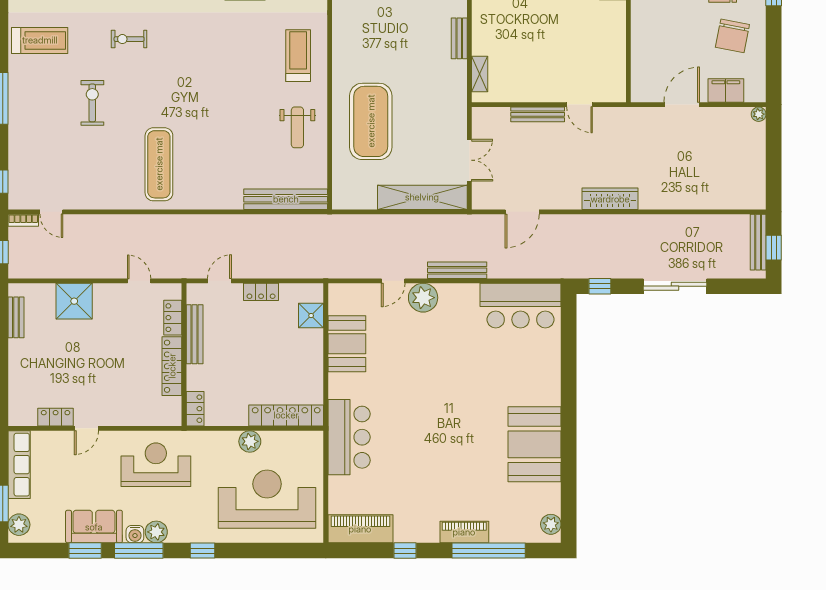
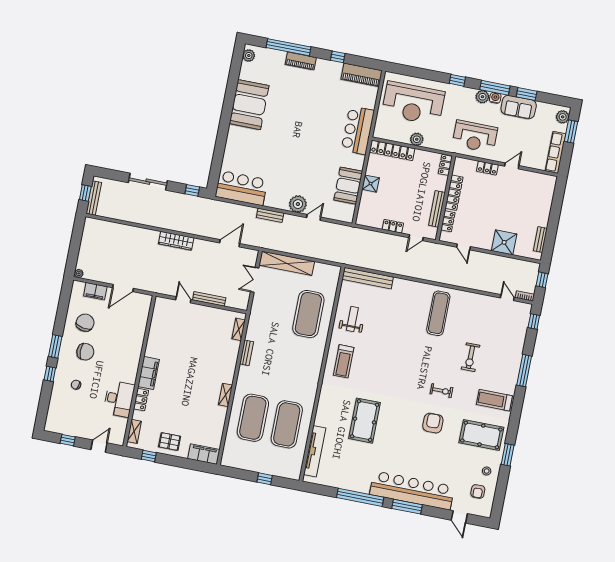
bench: (457, 270) -> (270, 215), width x0.73
shower: (311, 316) -> (371, 184), moved
locker: (56, 417) -> (487, 168), moved

